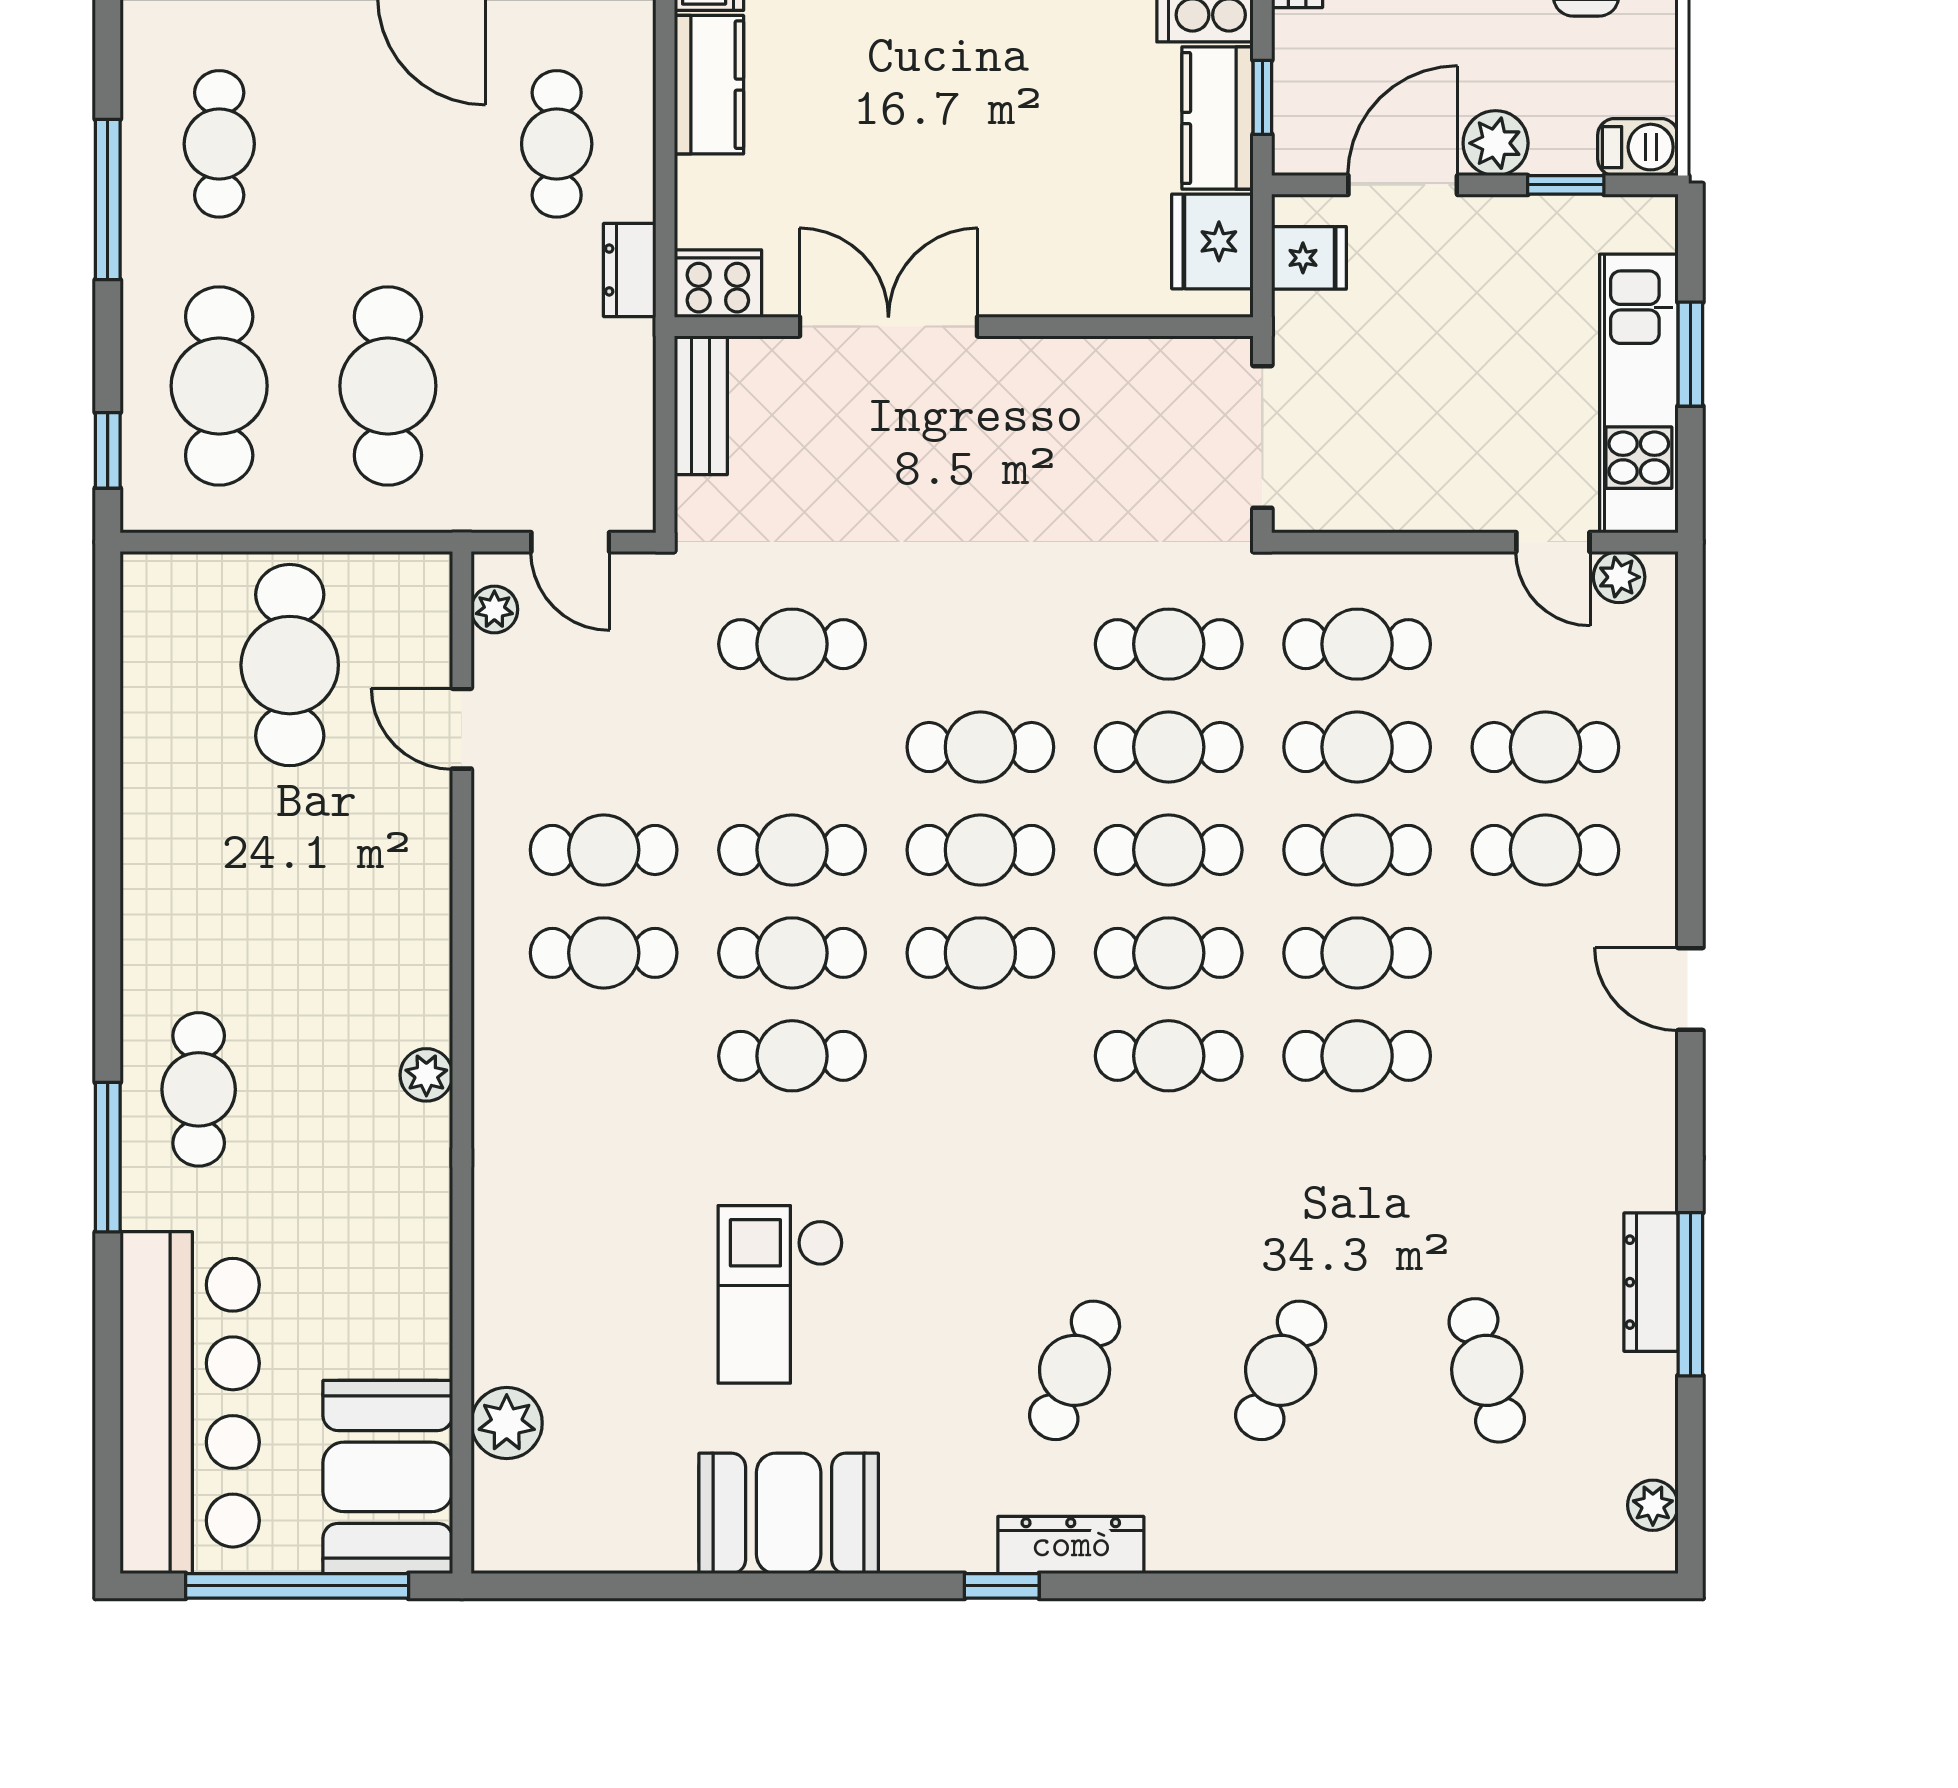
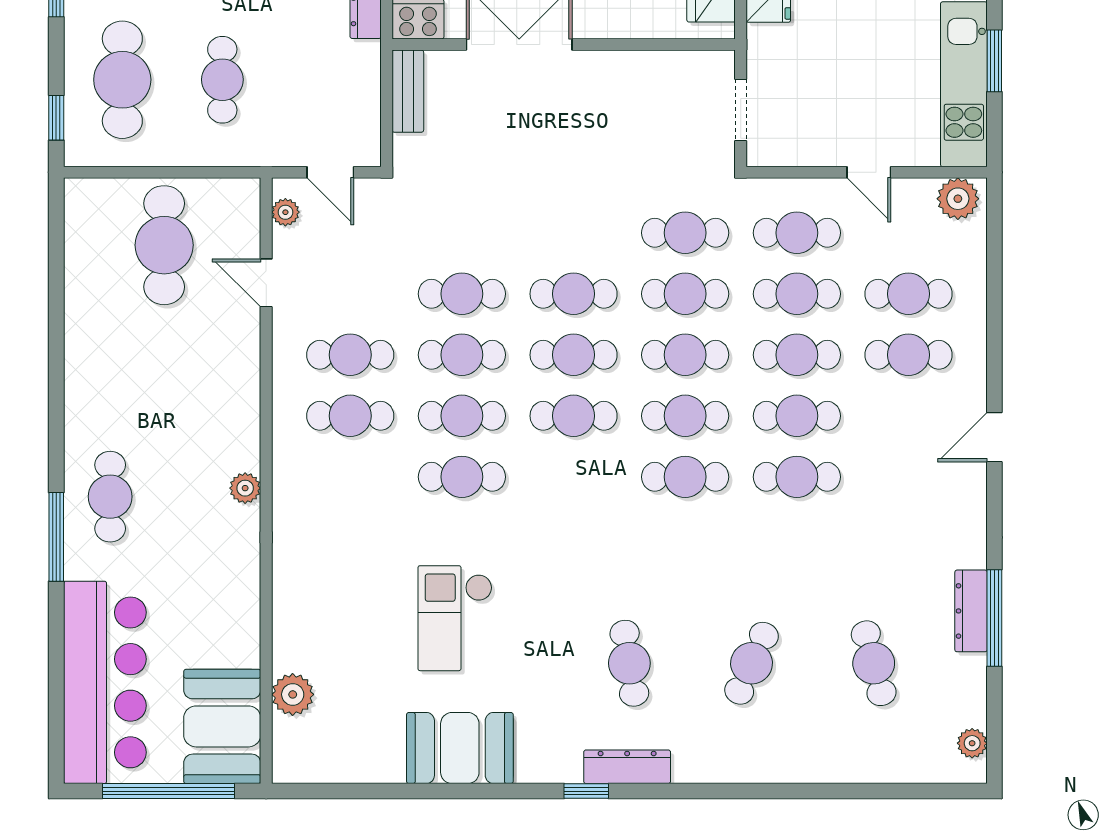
cafe table: (388, 386) -> (222, 80), width x0.73, depth x0.74
doorway: (1262, 437) -> (741, 110), width x0.73
door: (1553, 542) -> (869, 172), moved
plant: (1619, 577) -> (958, 199), width x1.38, depth x1.38
cafe table: (792, 644) -> (462, 294), moved
door: (1690, 989) -> (994, 437), hinge flipped
cafe table: (1075, 1370) -> (629, 663), turned -33

